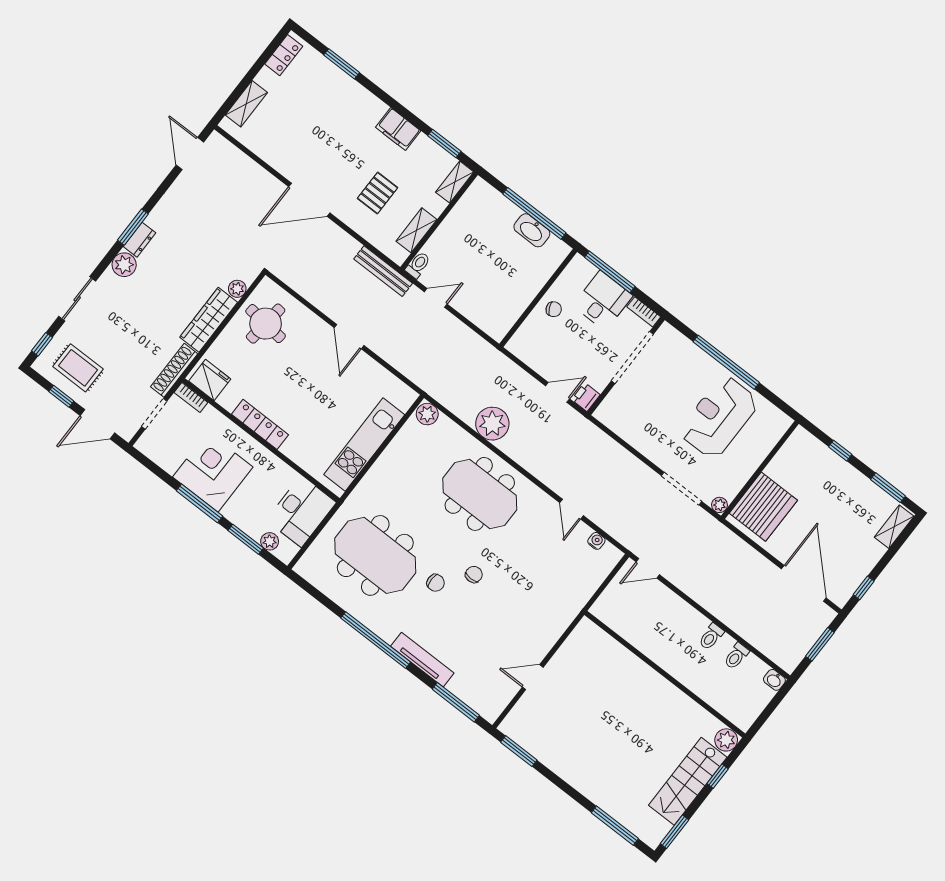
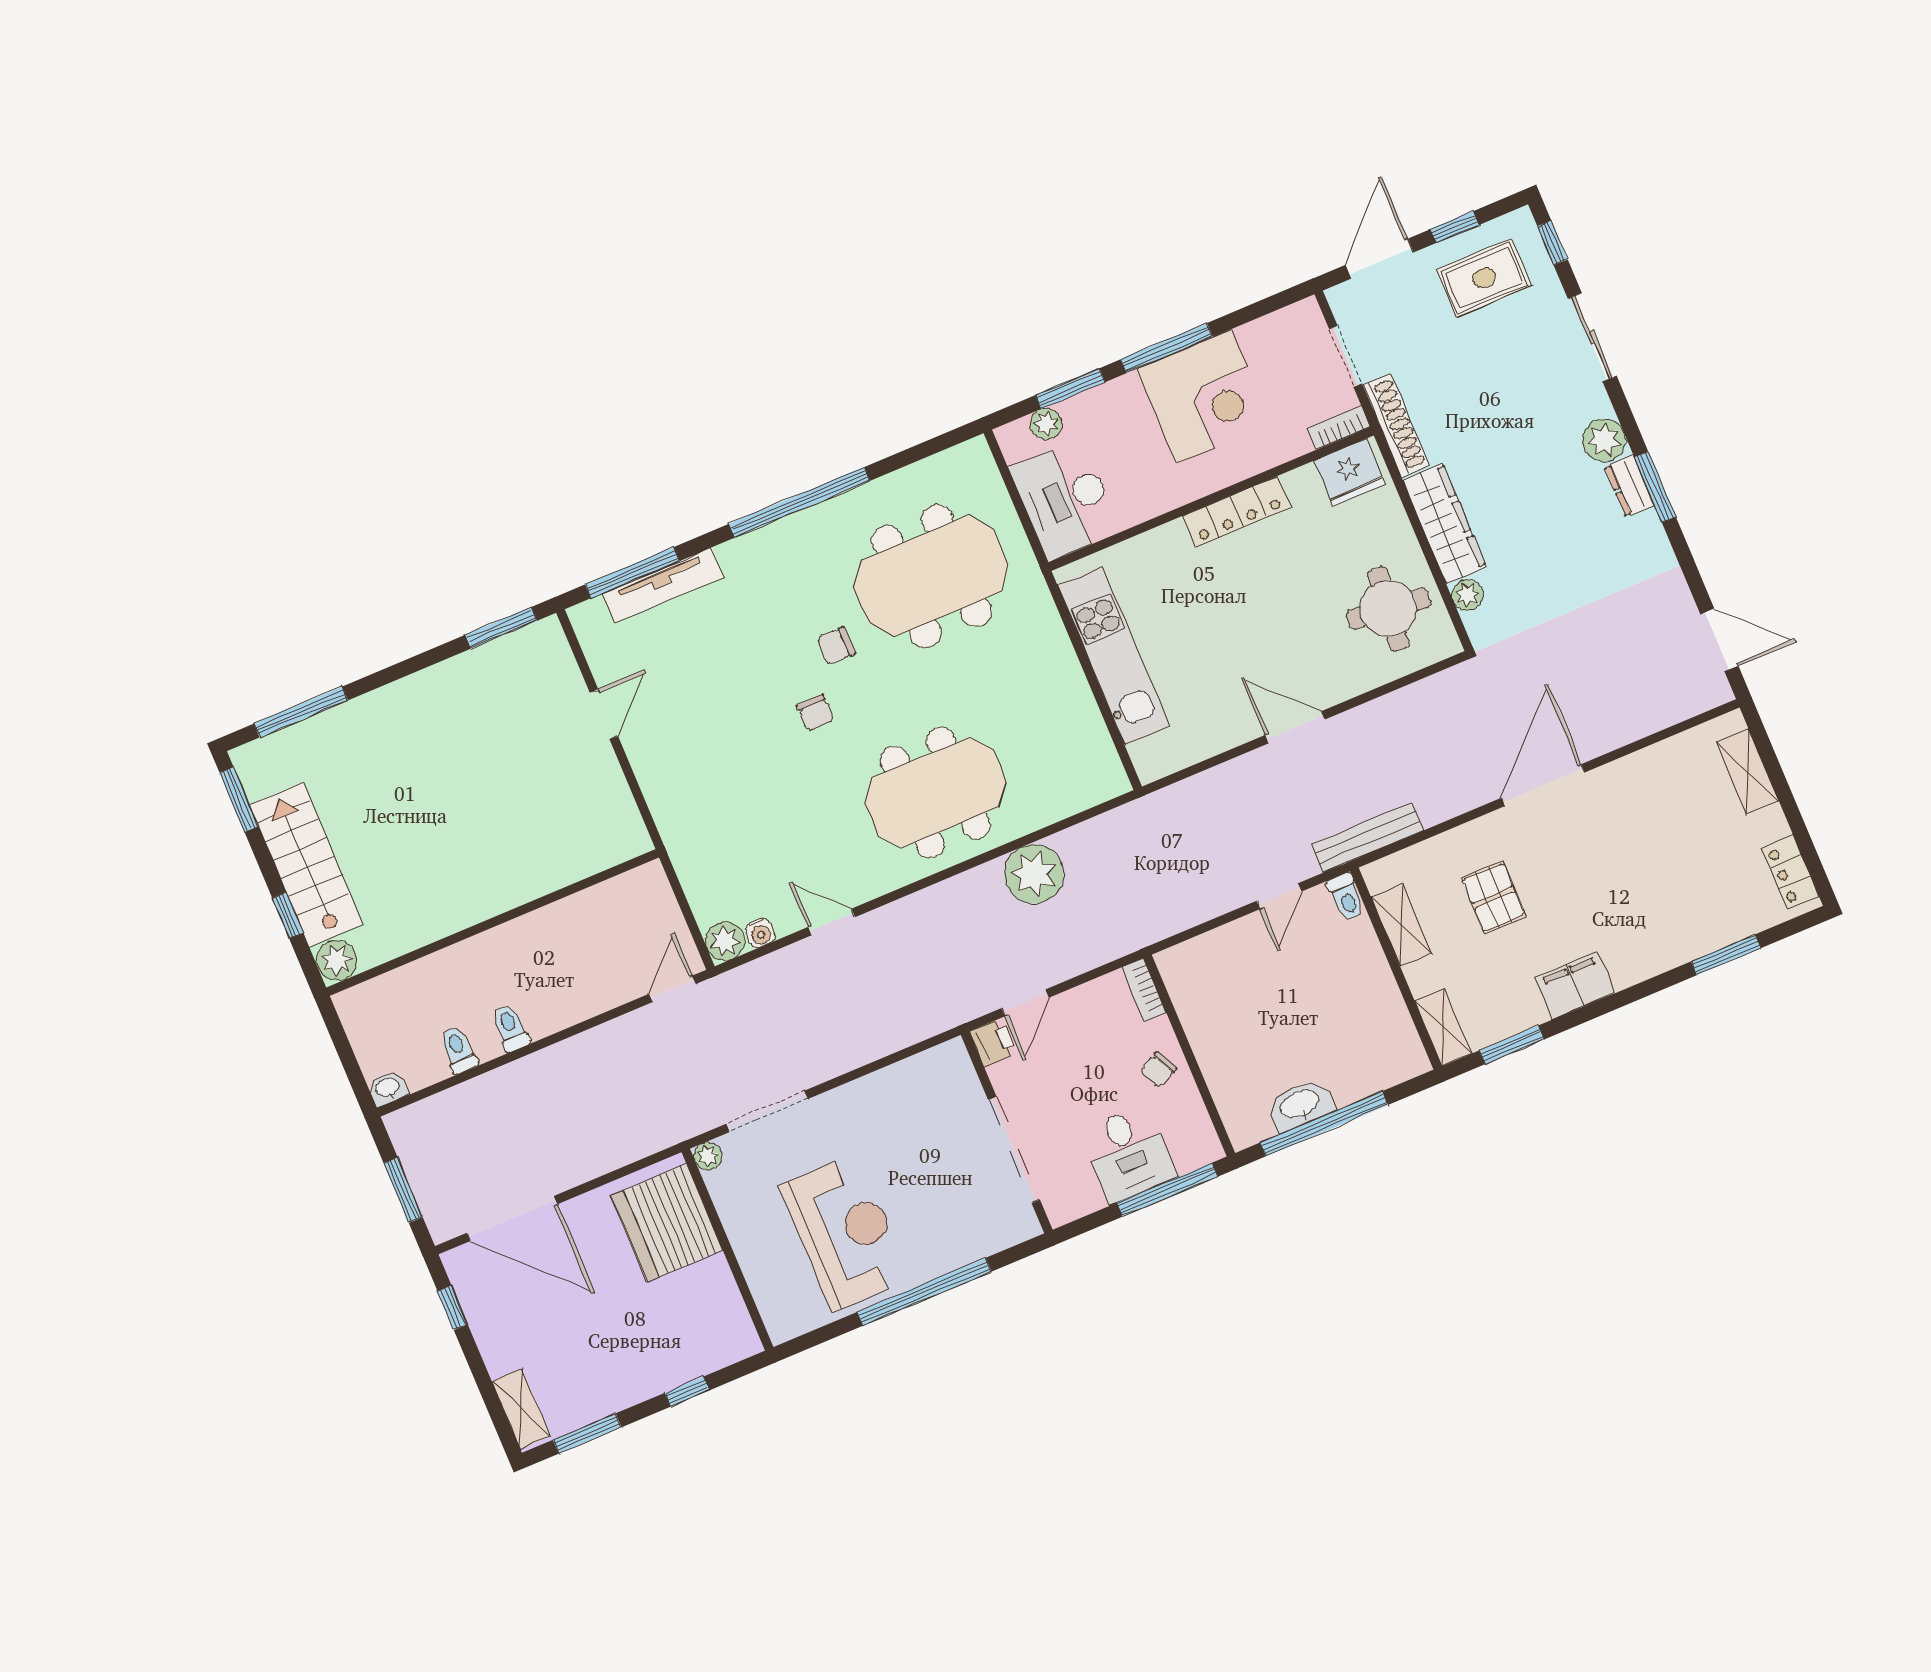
bookcase: (644, 312) -> (1144, 990), moved, turned -90
plant: (427, 414) -> (725, 941), moved
tv unit: (422, 660) -> (663, 585), moved

